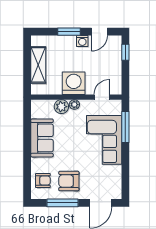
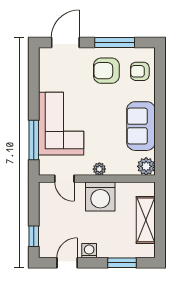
window: (69, 32) -> (122, 263), moved
door: (102, 97) -> (64, 179), hinge flipped
plant: (61, 107) -> (146, 166), moved
armchair: (69, 181) -> (106, 71), turned 180

